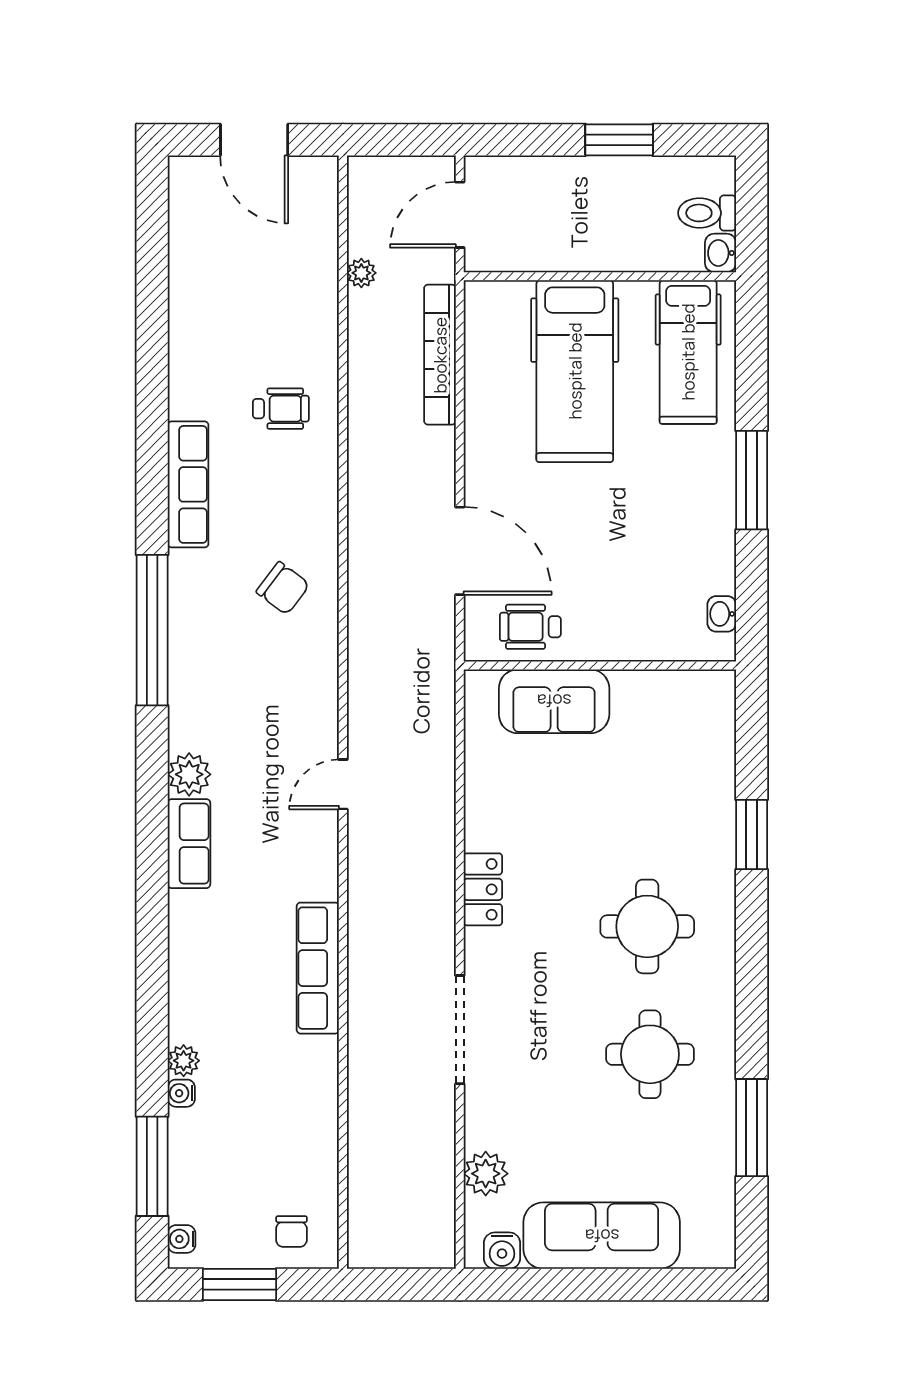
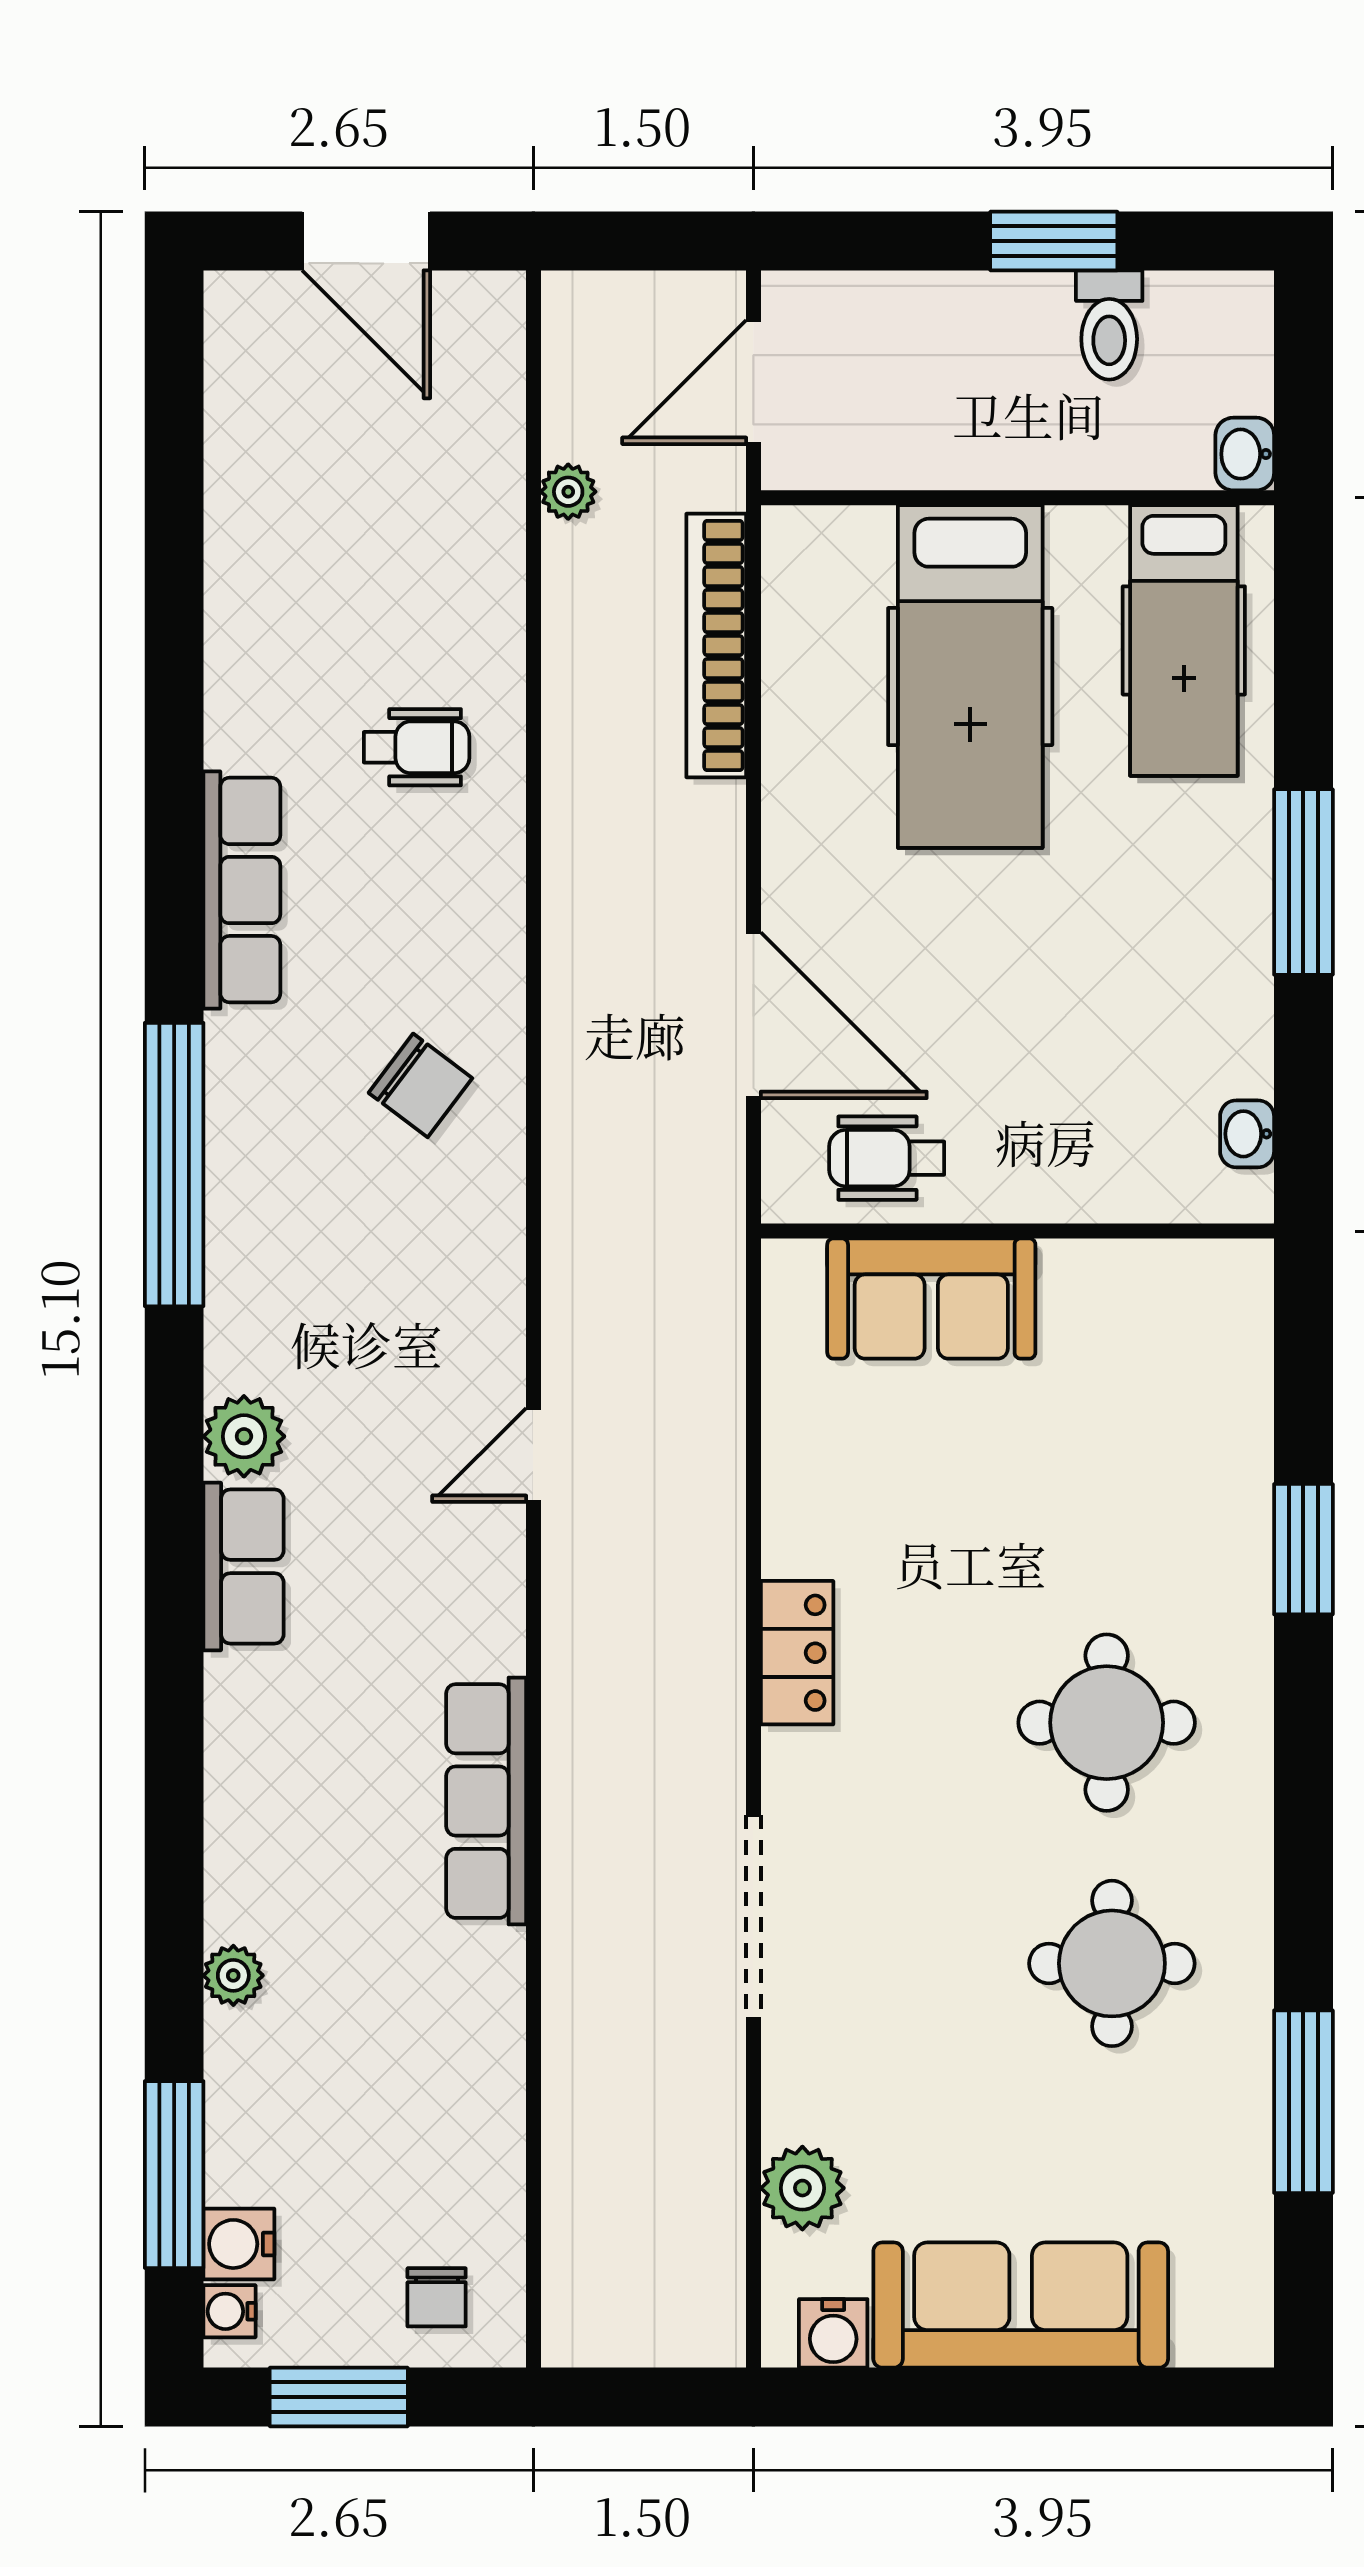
toilet: (707, 213) -> (1109, 325), moved, turned -90
water cooler: (181, 1093) -> (239, 2244), moved, width x1.38, depth x1.38

